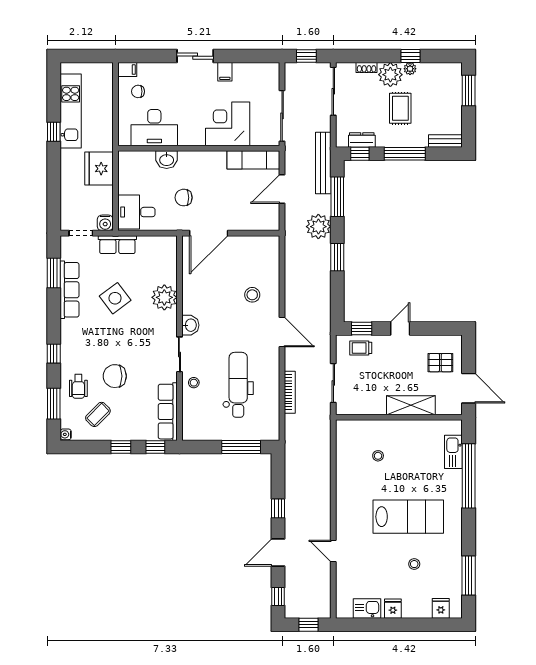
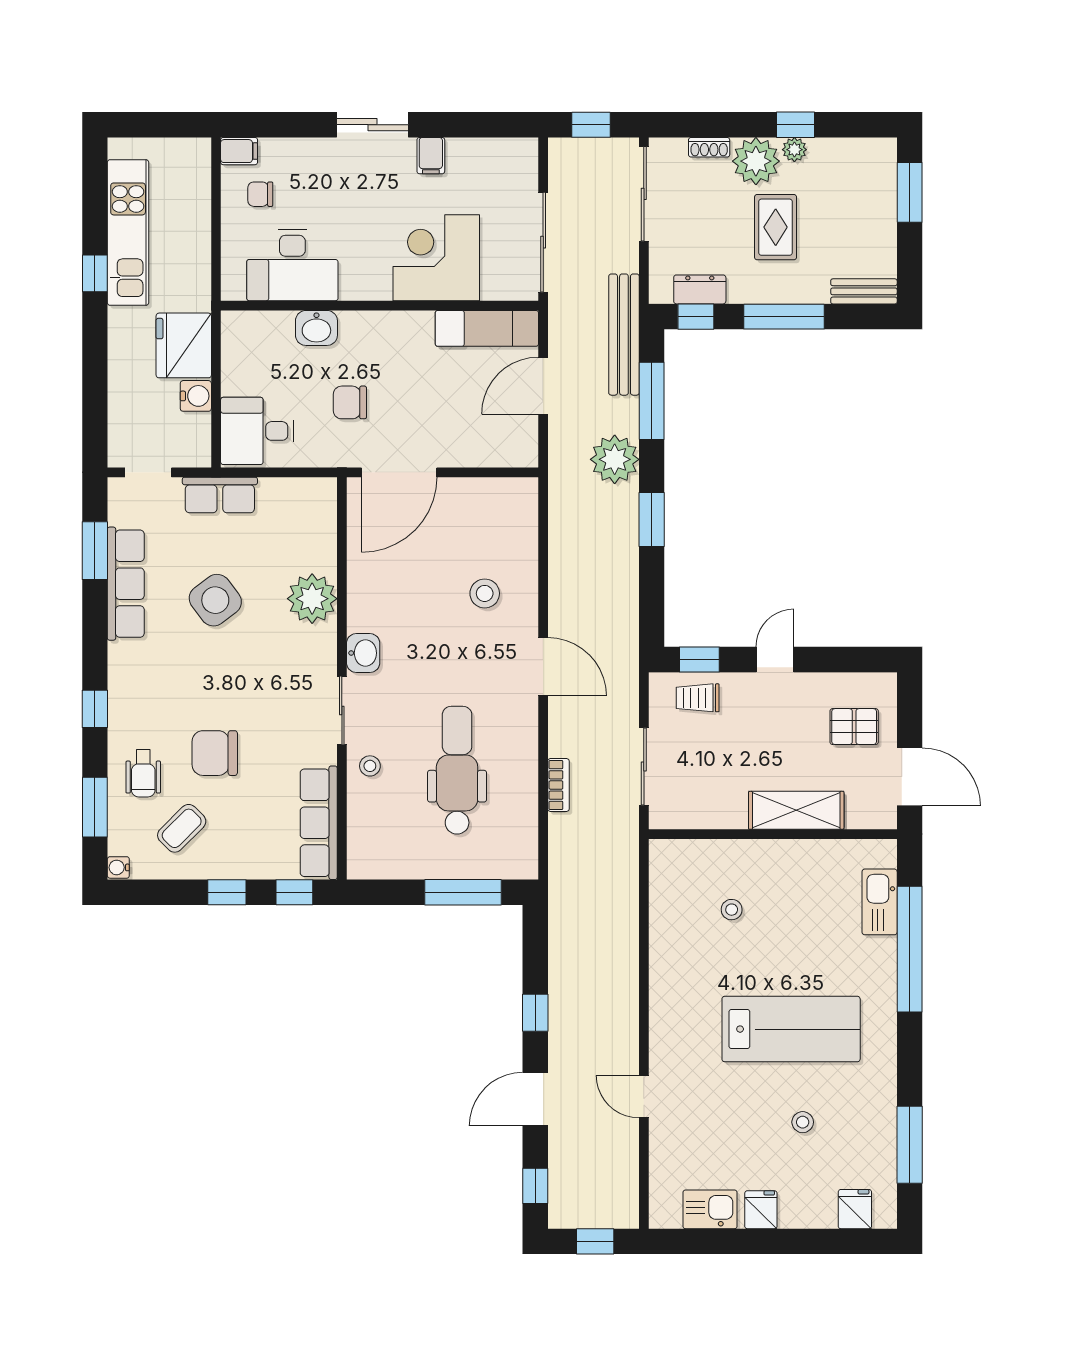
water cooler: (105, 223) -> (196, 396), moved, turned -90
bookcase: (290, 392) -> (558, 785), width x0.64

